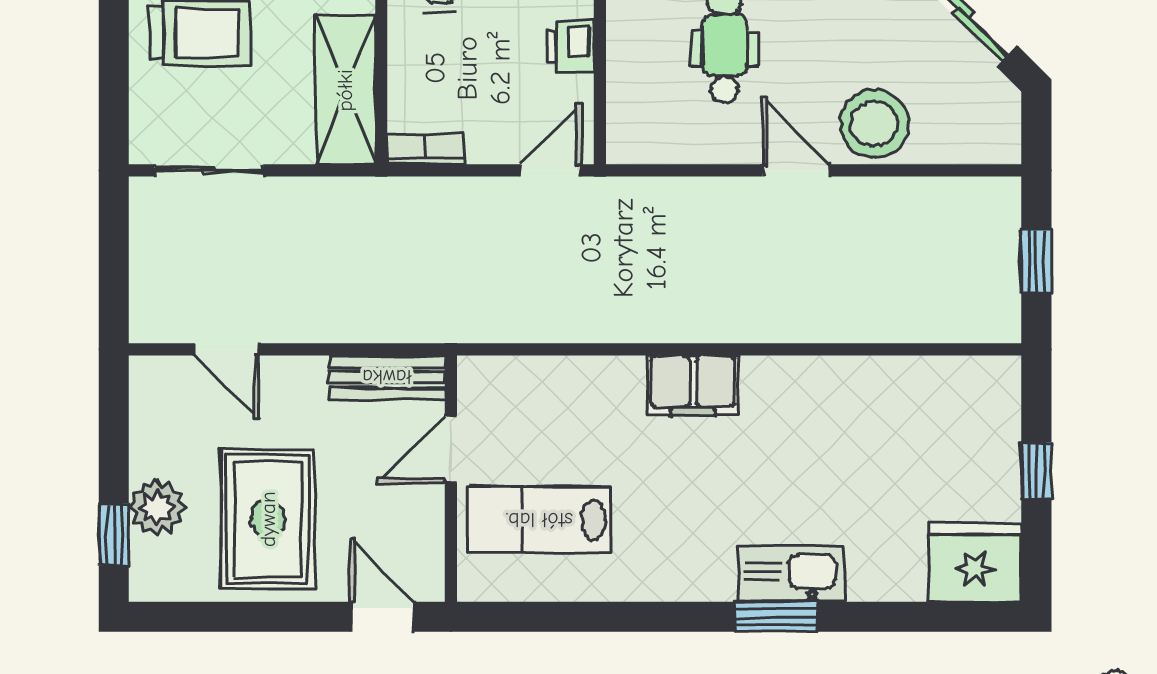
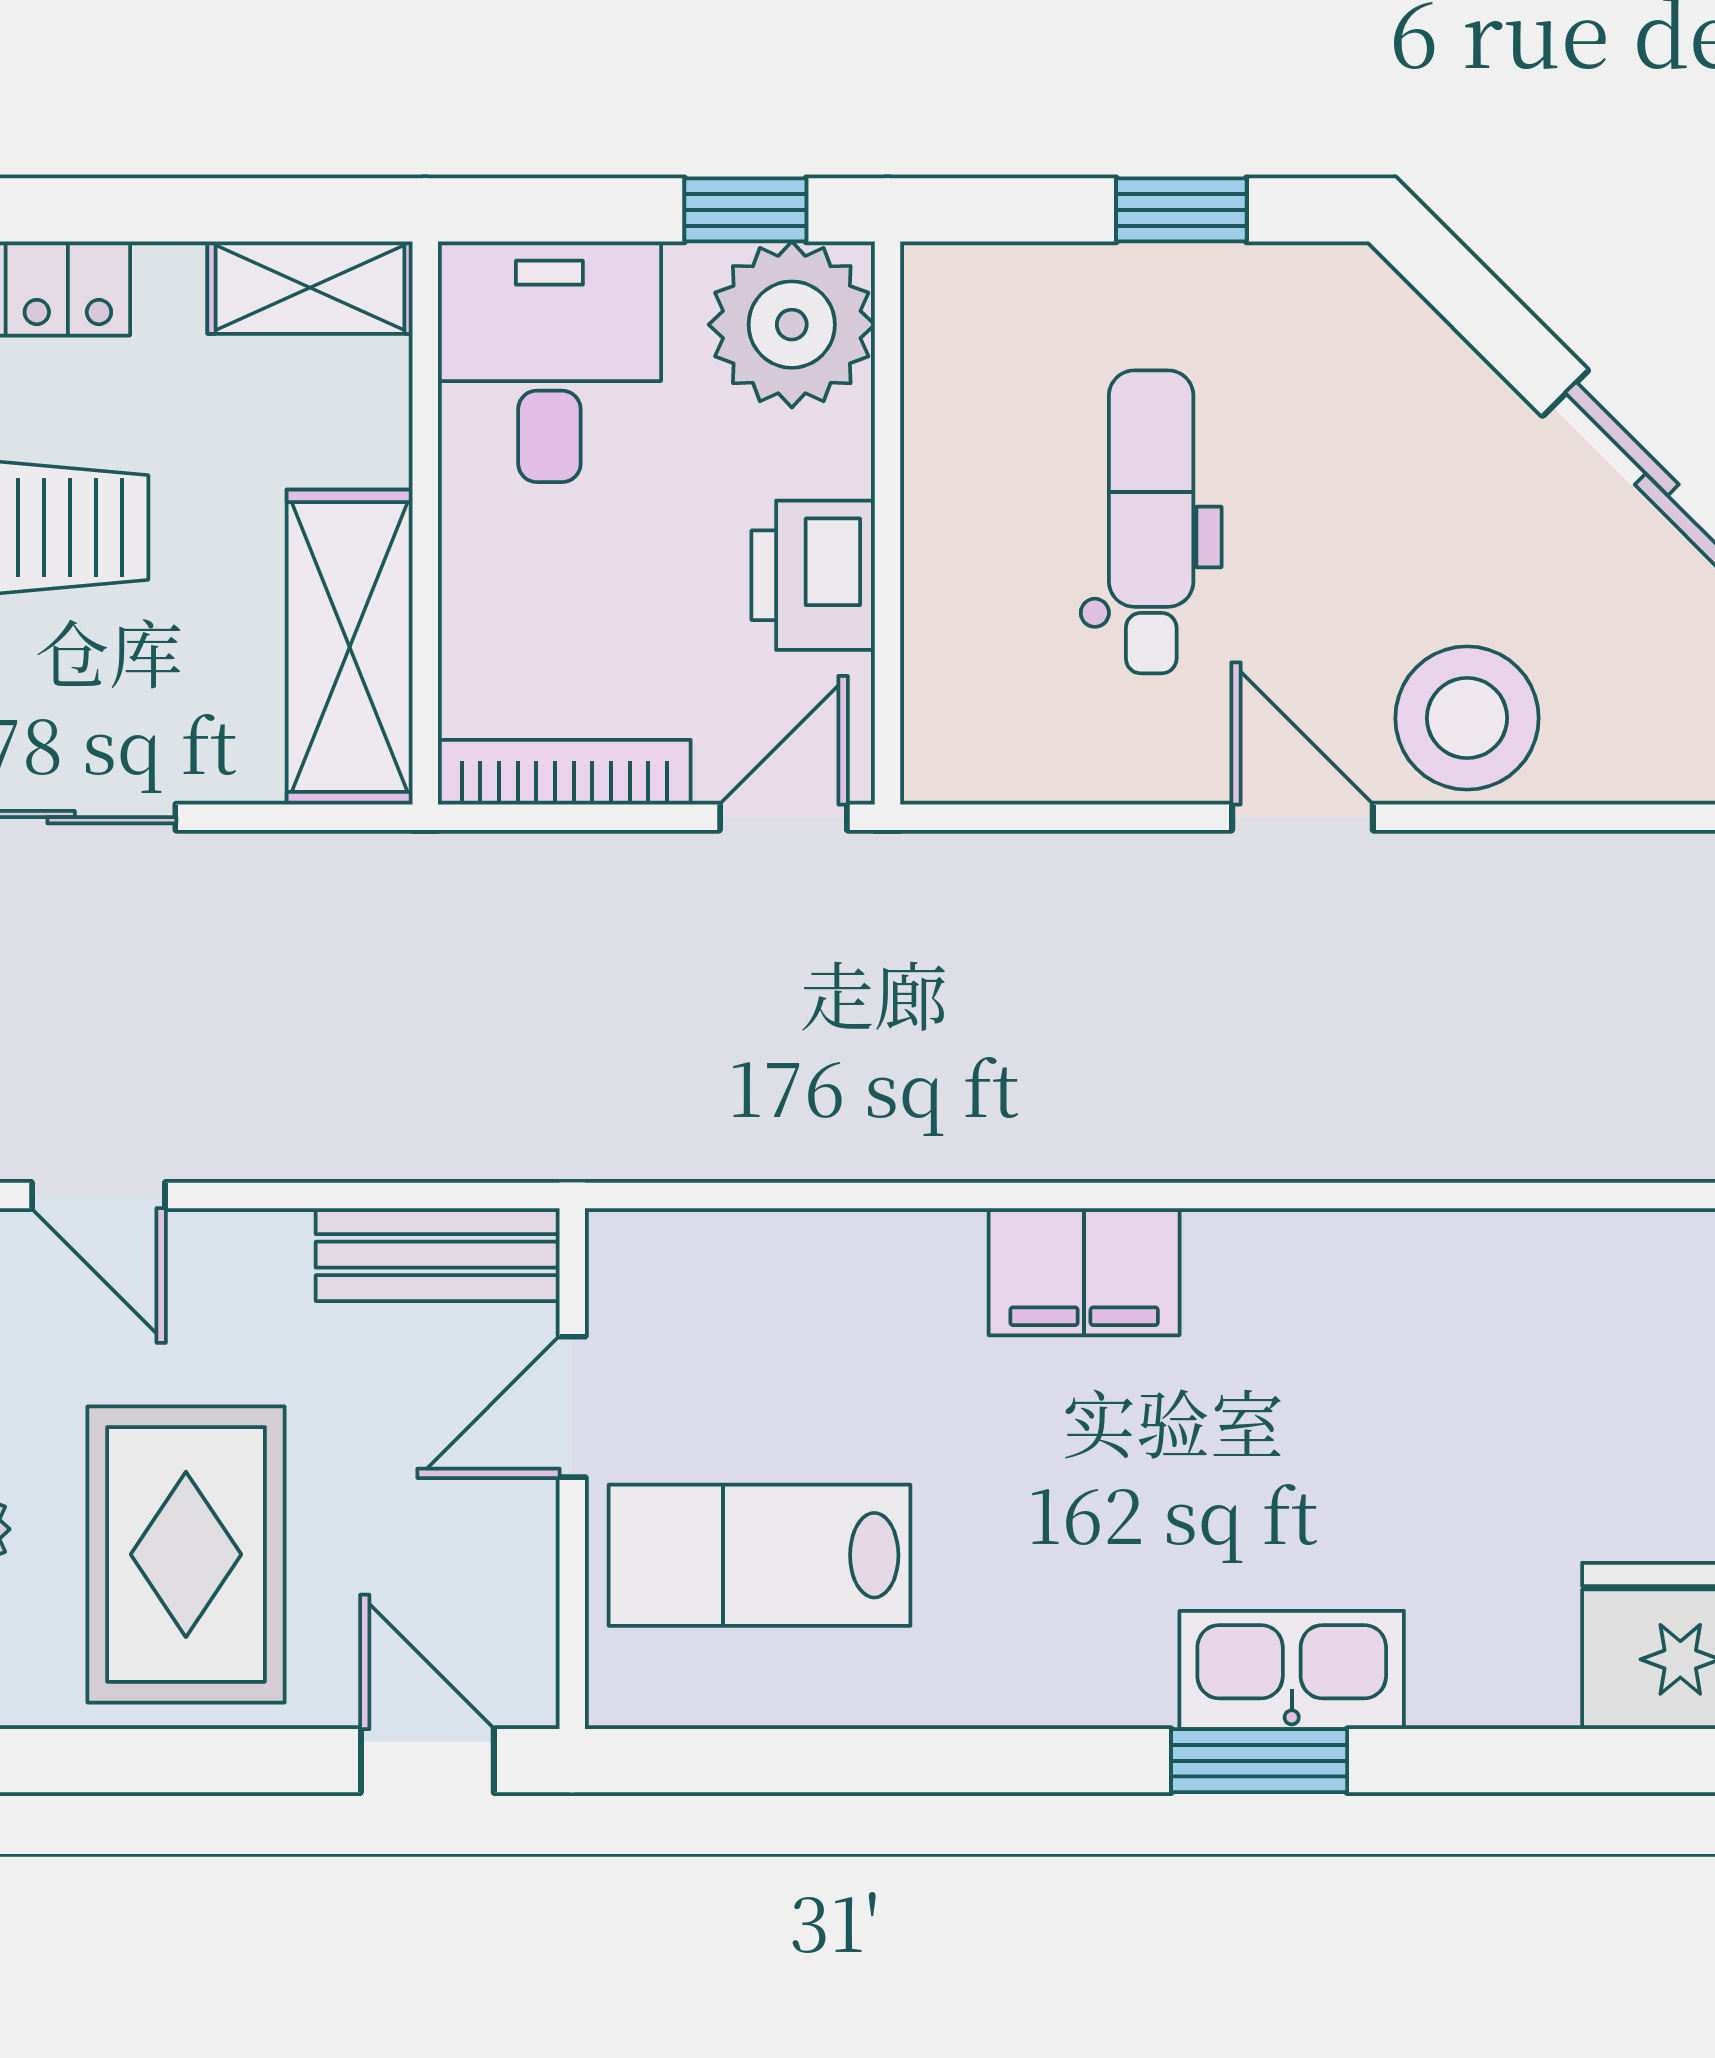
printer: (570, 47) -> (813, 575), width x1.36, depth x1.24
bookcase: (425, 149) -> (564, 772), width x1.56

